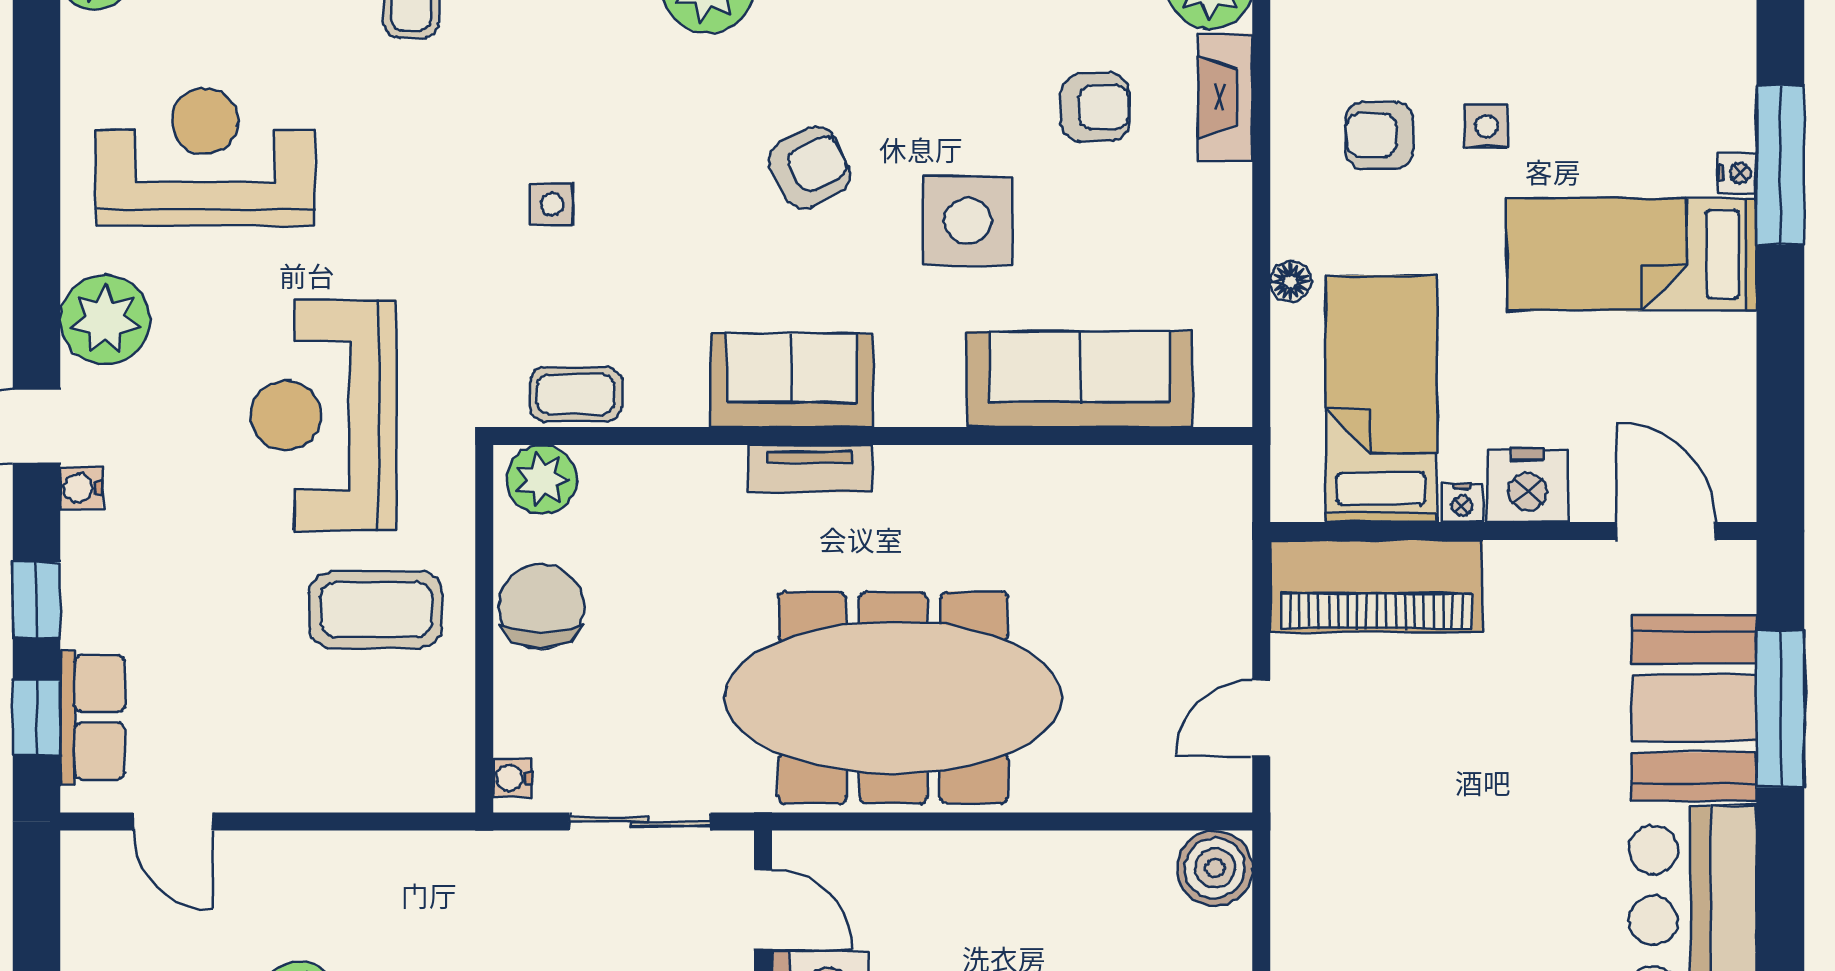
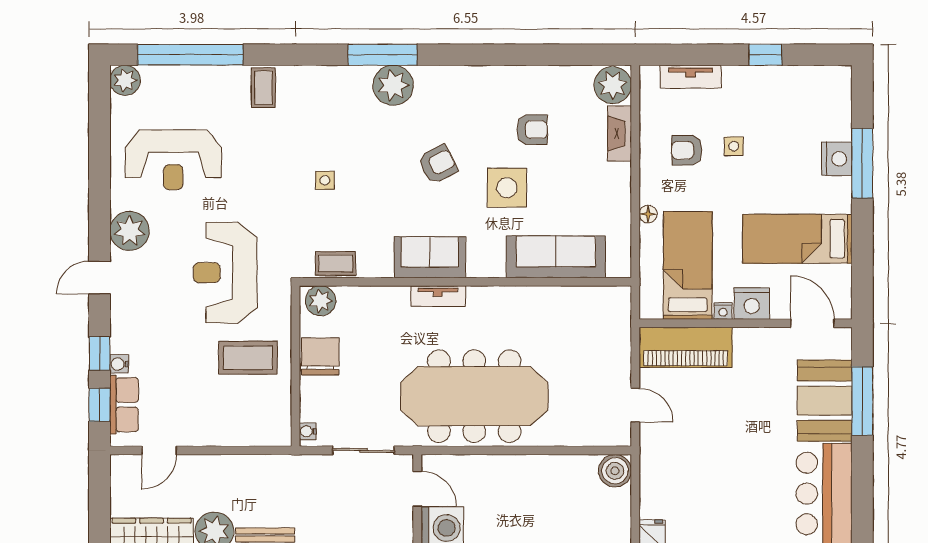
armchair: (1095, 107) -> (532, 130), moved
reception desk: (205, 157) -> (173, 160), turned 180
nightstand: (1737, 173) -> (837, 159), width x1.89, depth x1.79
bed: (1632, 254) -> (797, 239), moved
water cooler: (81, 488) -> (119, 364), moved
door: (1261, 718) -> (635, 405), swing flipped
door: (173, 822) -> (159, 450), hinge flipped

